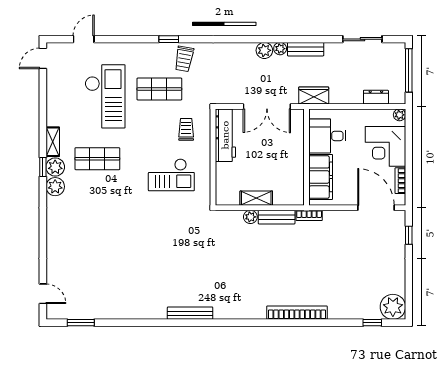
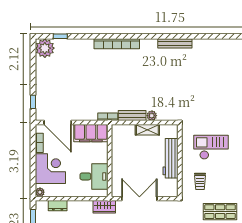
workbench: (225, 135) -> (170, 158), moved
filing cabinet: (321, 177) -> (91, 133), moved, turned -90
bench: (190, 313) -> (175, 43), moved

